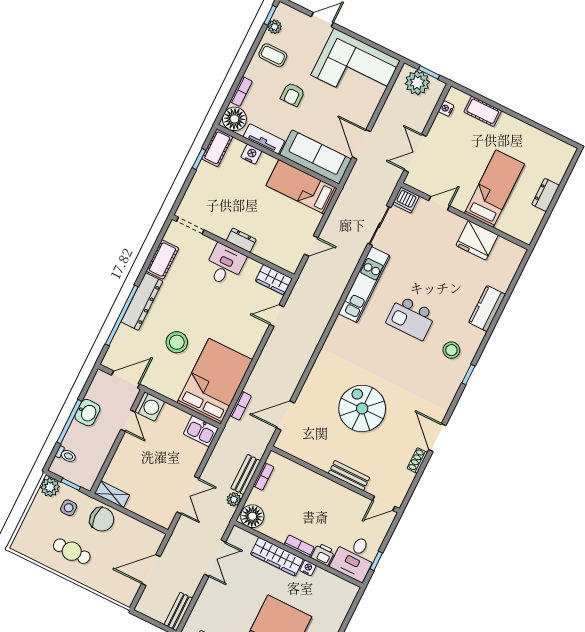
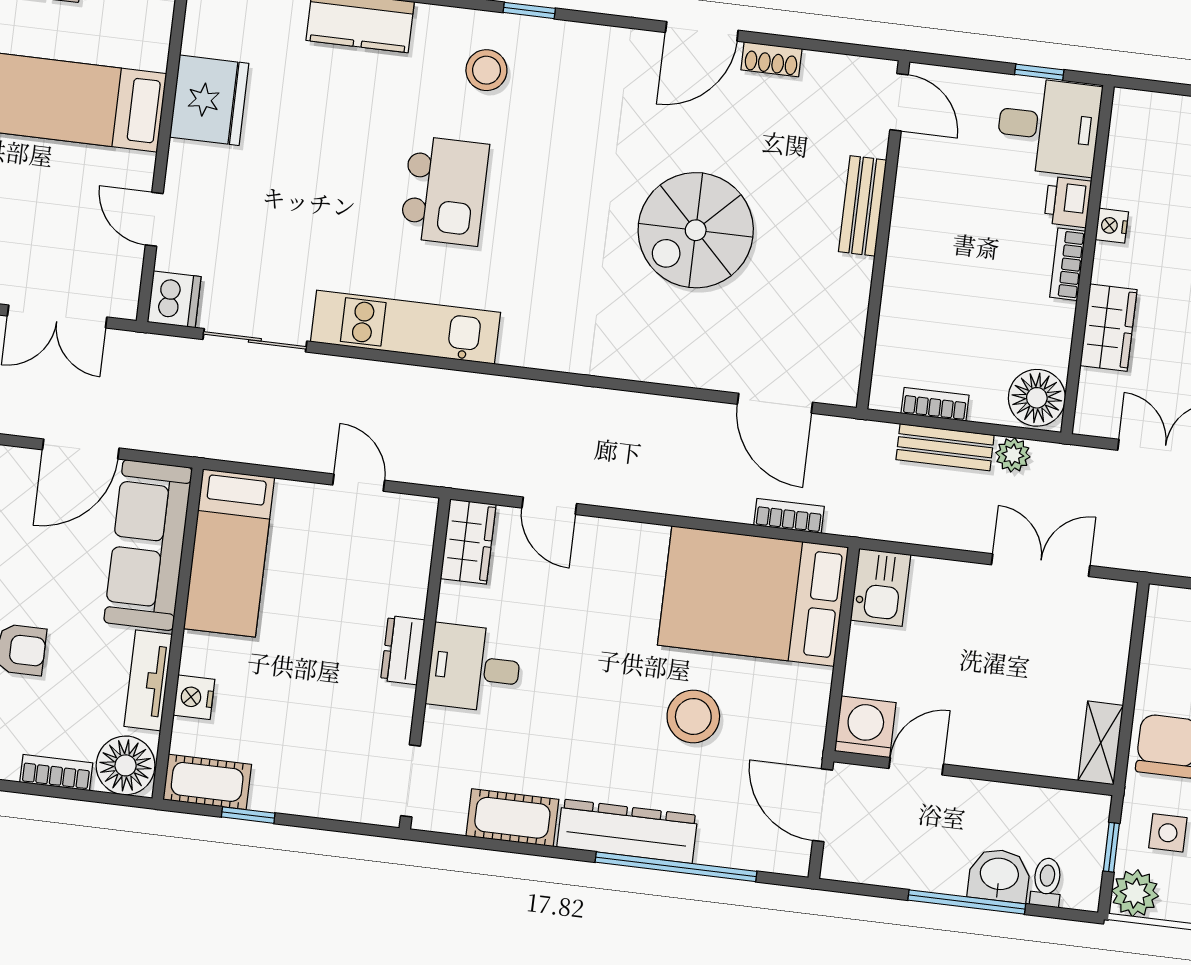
washbasin: (87, 413) -> (999, 875), moved
wardrobe: (277, 557) -> (1108, 328), width x0.67

